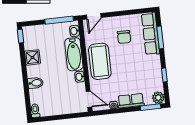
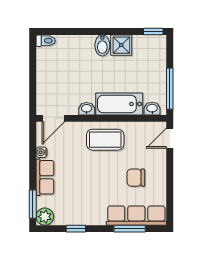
door: (94, 16) -> (170, 138), hinge flipped
coffee table: (100, 61) -> (105, 140), width x0.73, depth x0.76
bidet: (35, 83) -> (102, 45), moved

